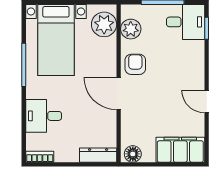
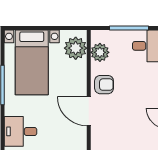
armchair: (135, 64) -> (104, 85), turned 90

